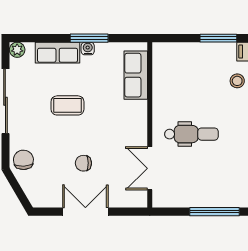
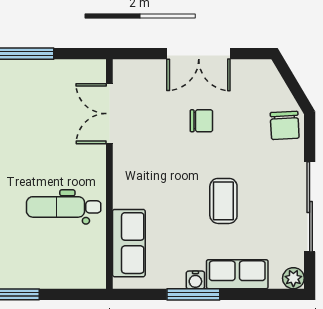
coffee table: (67, 105) -> (223, 201), turned 90
dental chair: (191, 134) -> (64, 207), moved
double door: (150, 168) -> (109, 114), swing flipped

